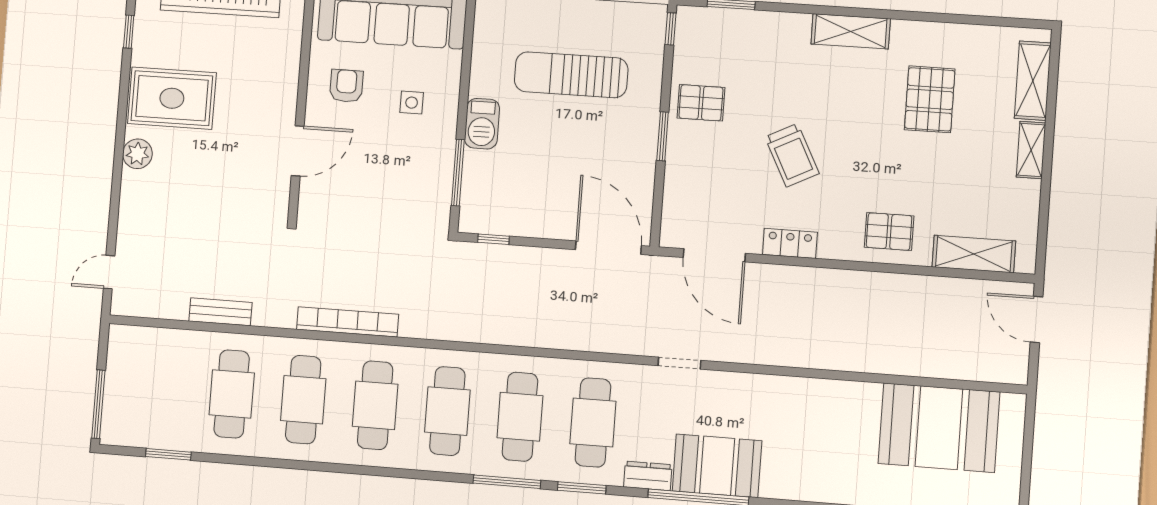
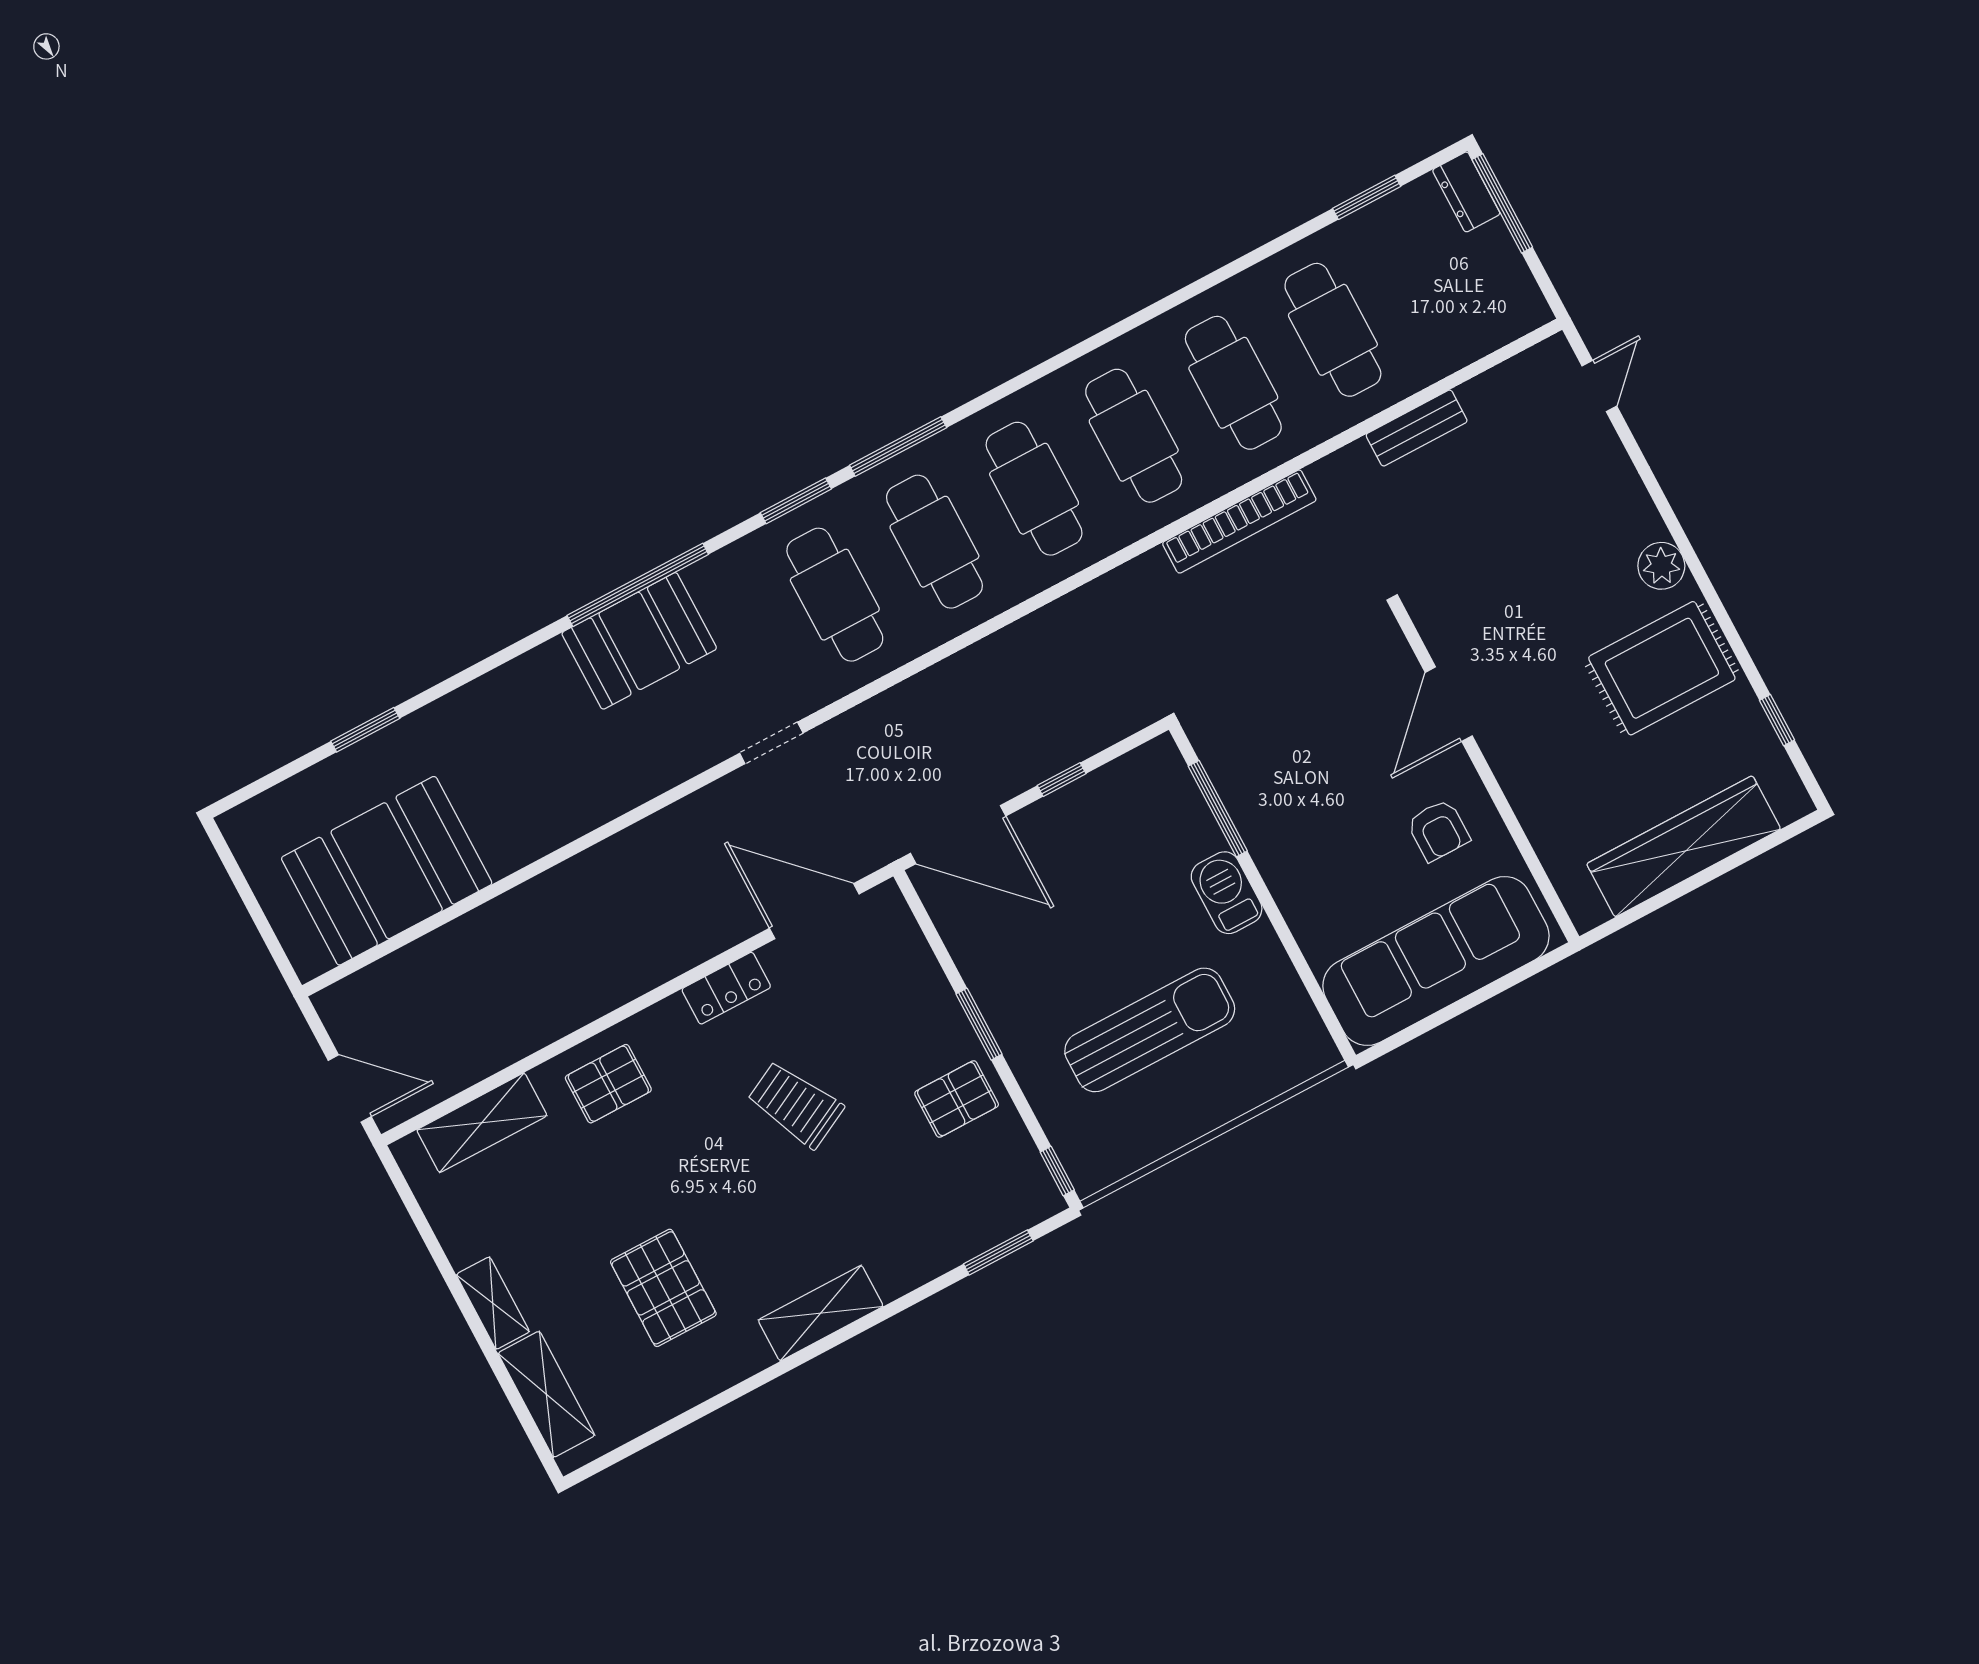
side table: (412, 103) -> (1337, 862), removed
window: (494, 239) -> (1062, 780), moved
dresser: (648, 476) -> (1466, 192), moved, turned 90

